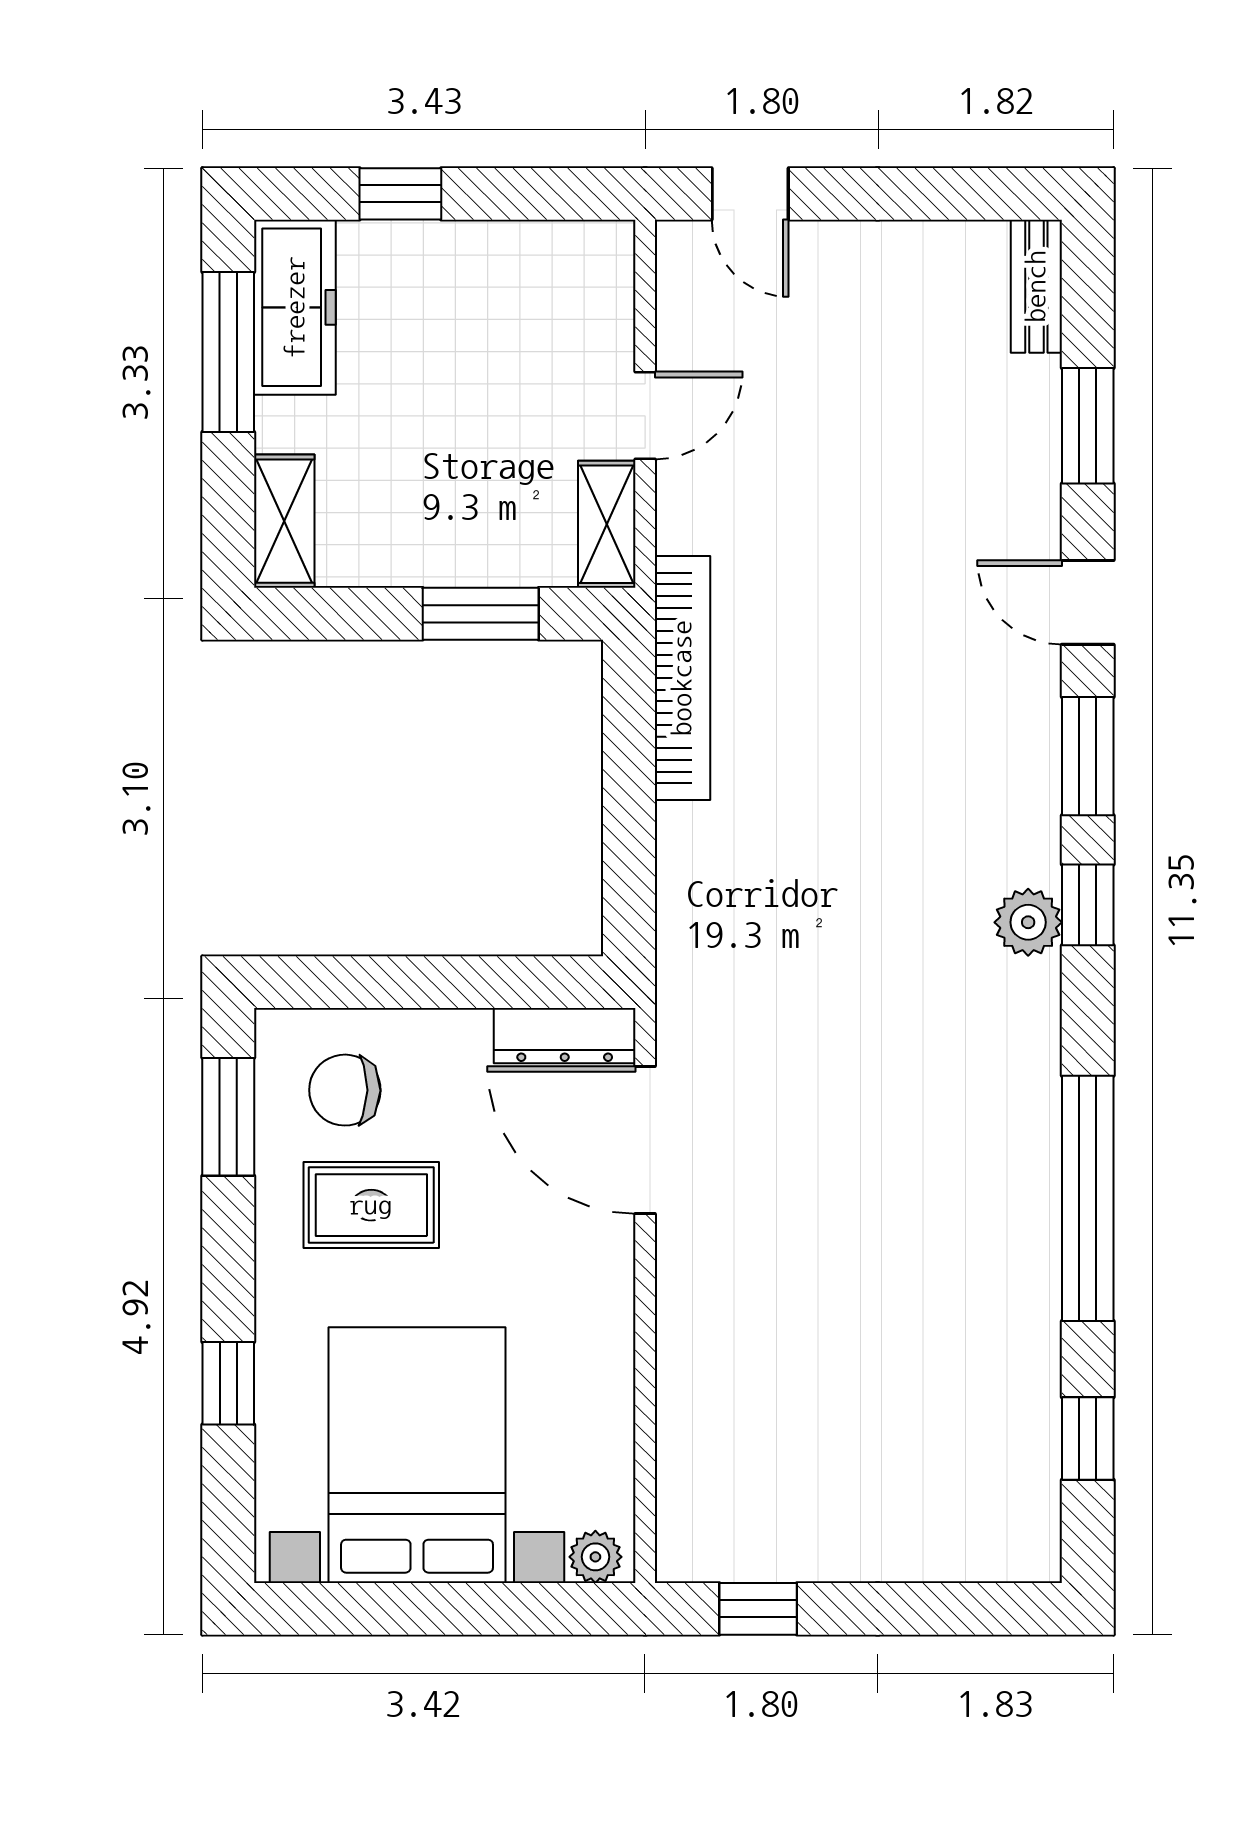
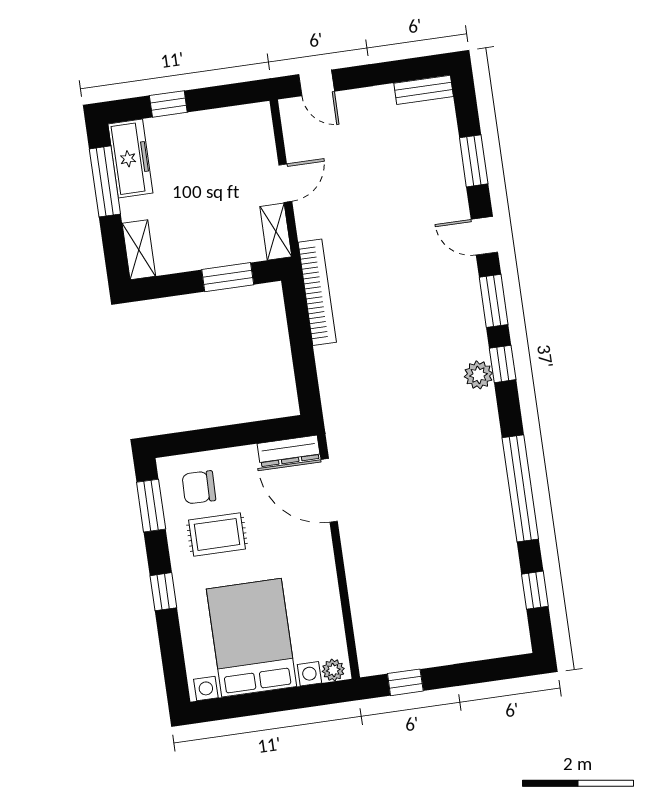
bench: (1036, 286) -> (424, 90), moved, turned 90
window: (228, 1383) -> (163, 592), moved

